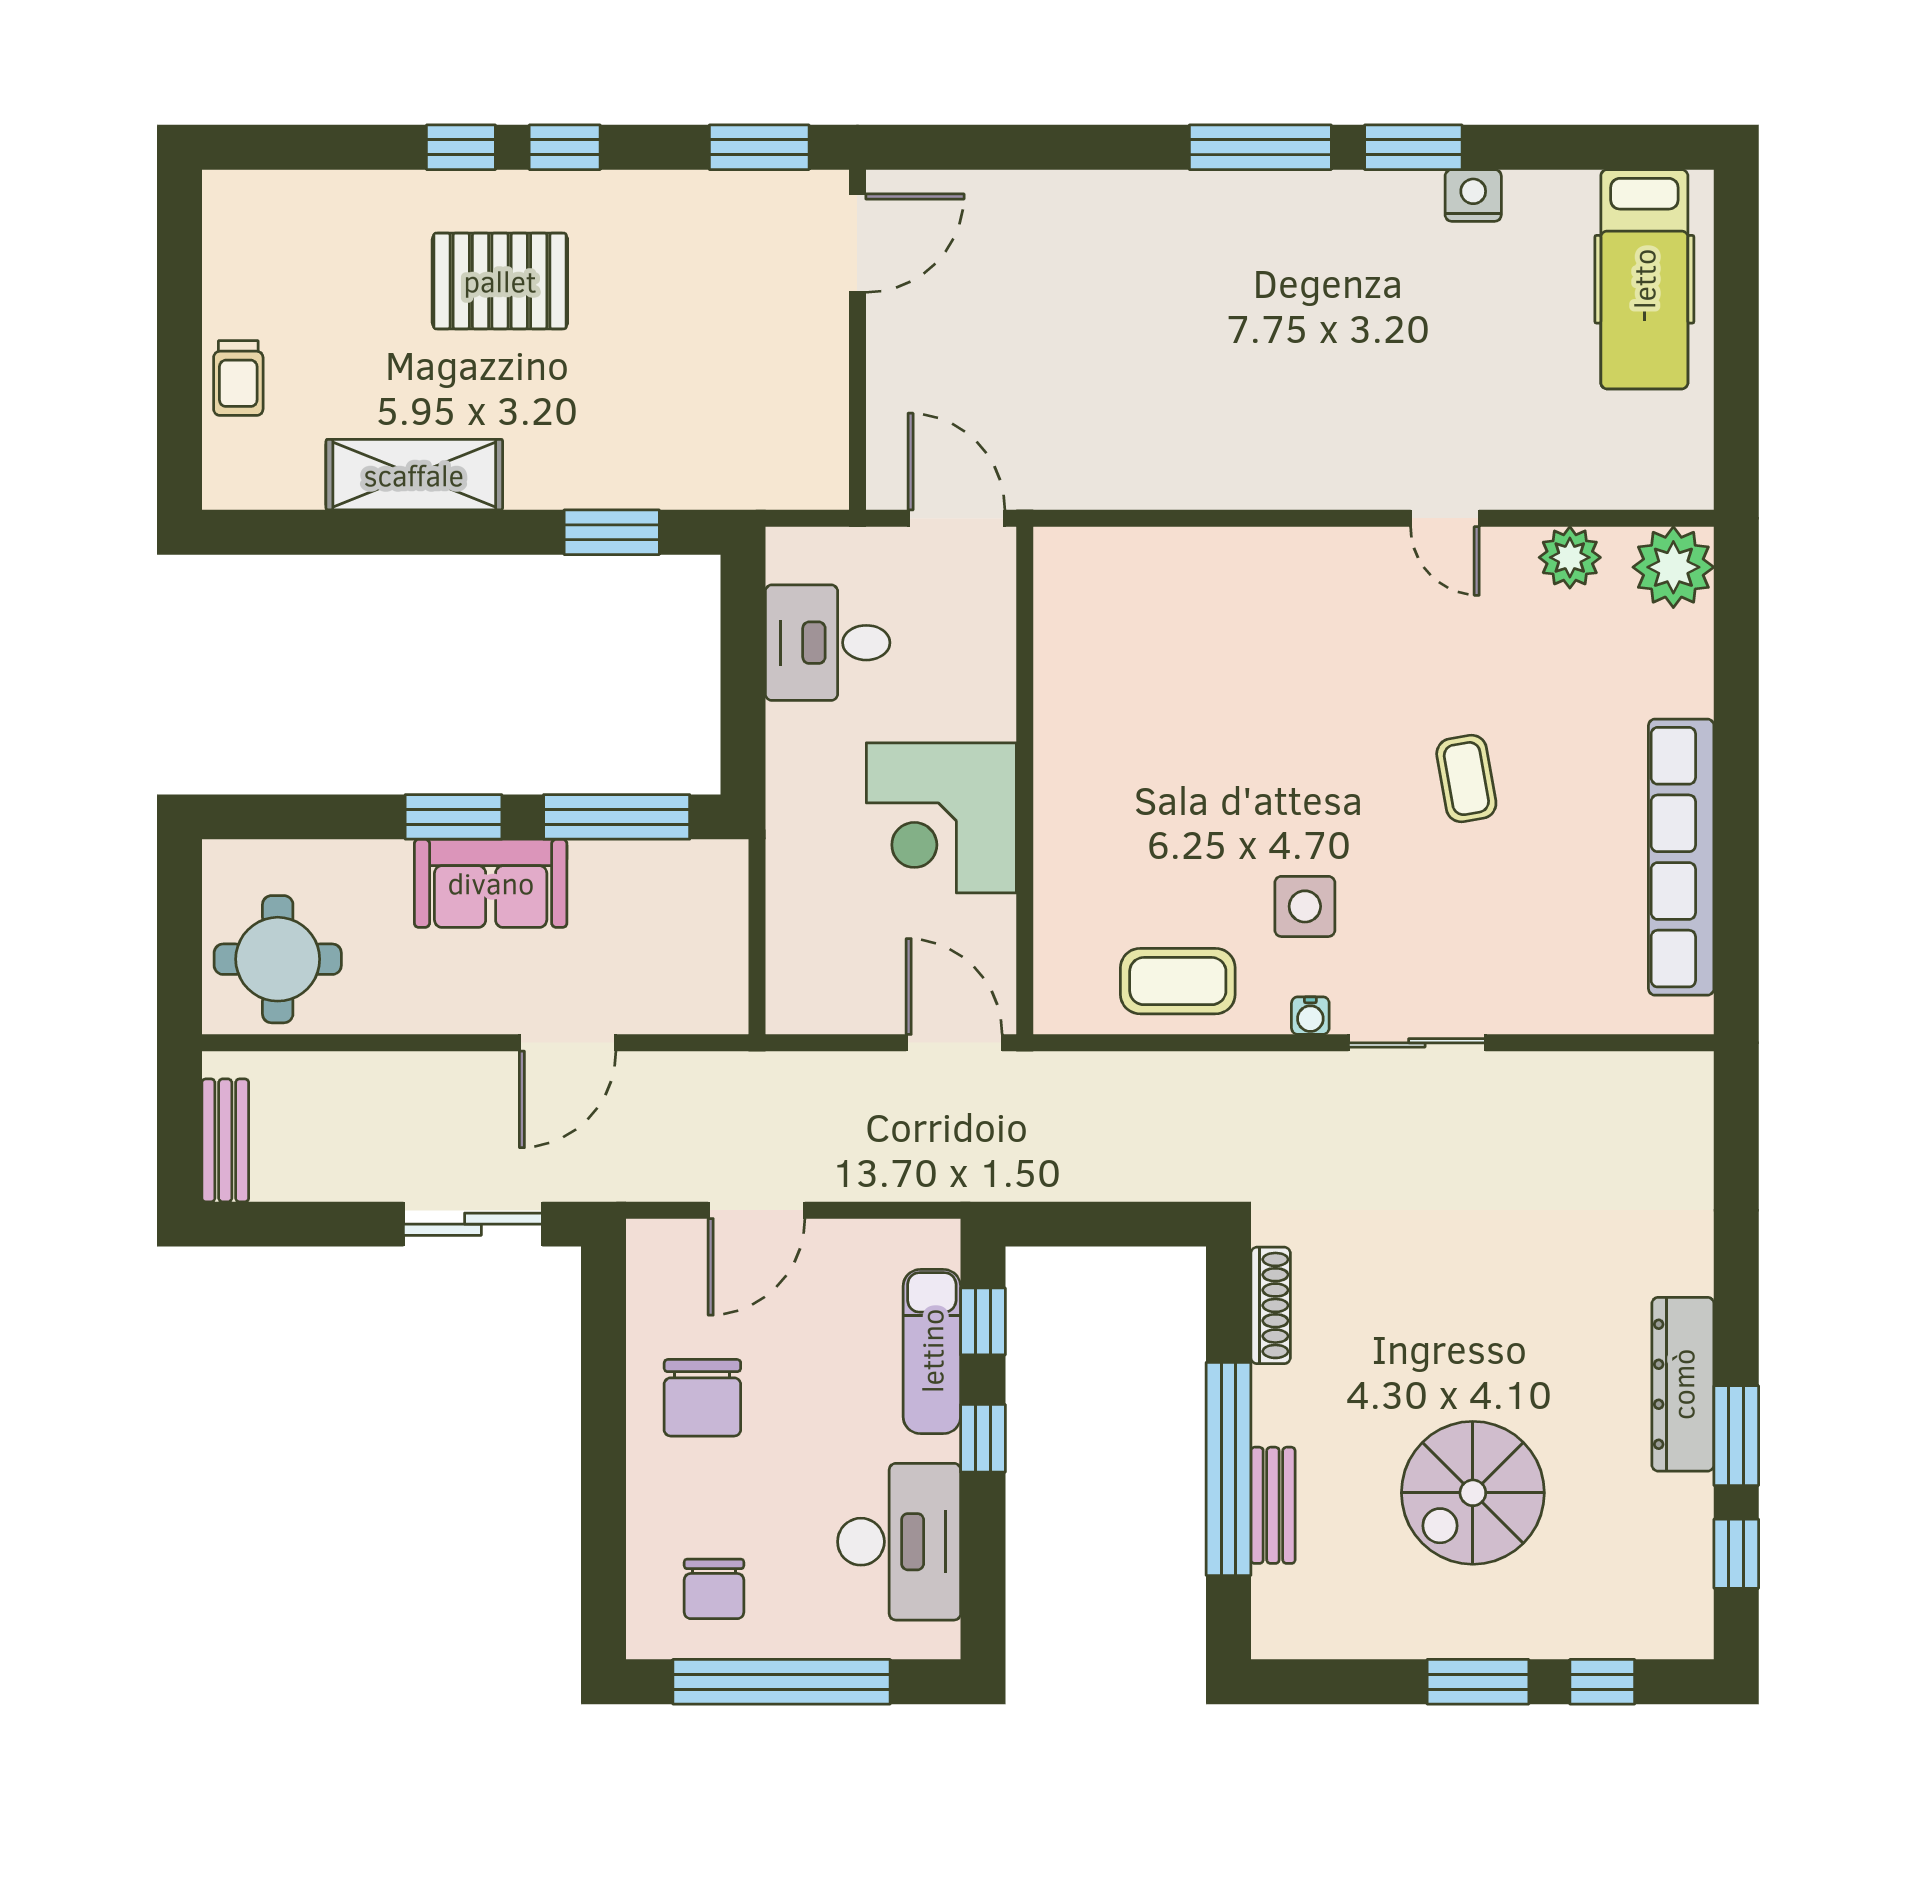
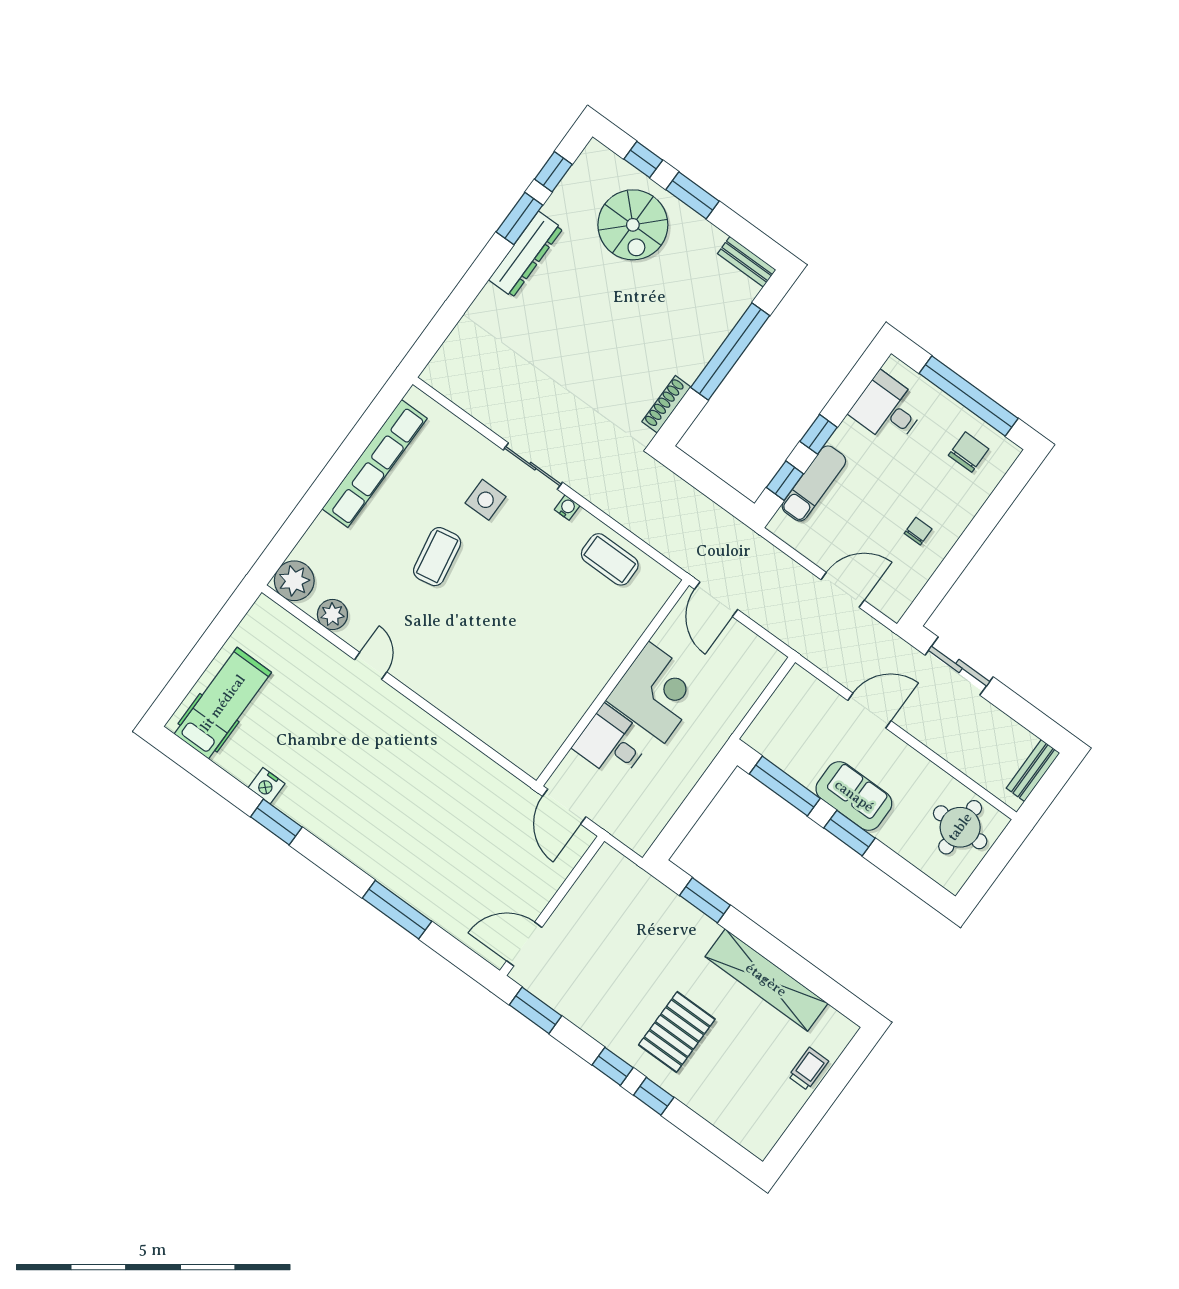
window: (1260, 147) -> (397, 910), moved
pallet: (500, 281) -> (677, 1032), turned 90
shelving: (414, 475) -> (766, 980), width x1.47
desk: (828, 643) -> (612, 743), moved, turned 180
coffee table: (1466, 779) -> (437, 557), width x1.36, depth x1.30
side table: (1305, 906) -> (486, 500), moved
chair: (702, 1398) -> (918, 531), width x0.54, depth x0.54
spiral stairs: (1473, 1493) -> (633, 225), moved, turned 90
bench: (1273, 1505) -> (747, 262), moved, turned 90
desk: (899, 1542) -> (888, 409), width x0.73

